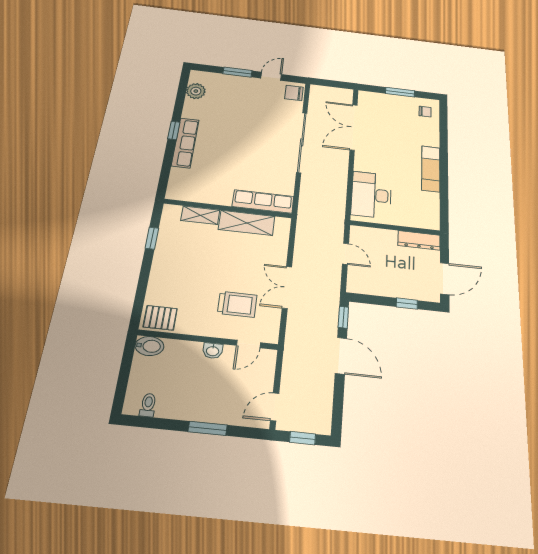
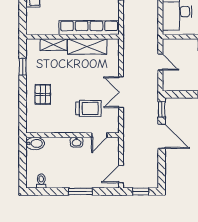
row of seats: (263, 201) -> (89, 28), width x1.36
pallet: (160, 318) -> (43, 94), moved, turned 90

